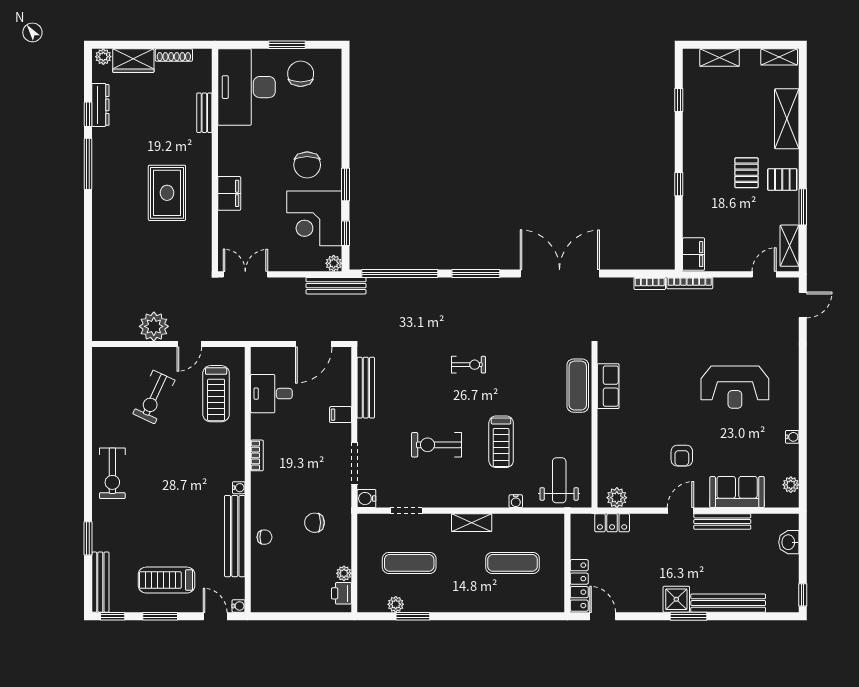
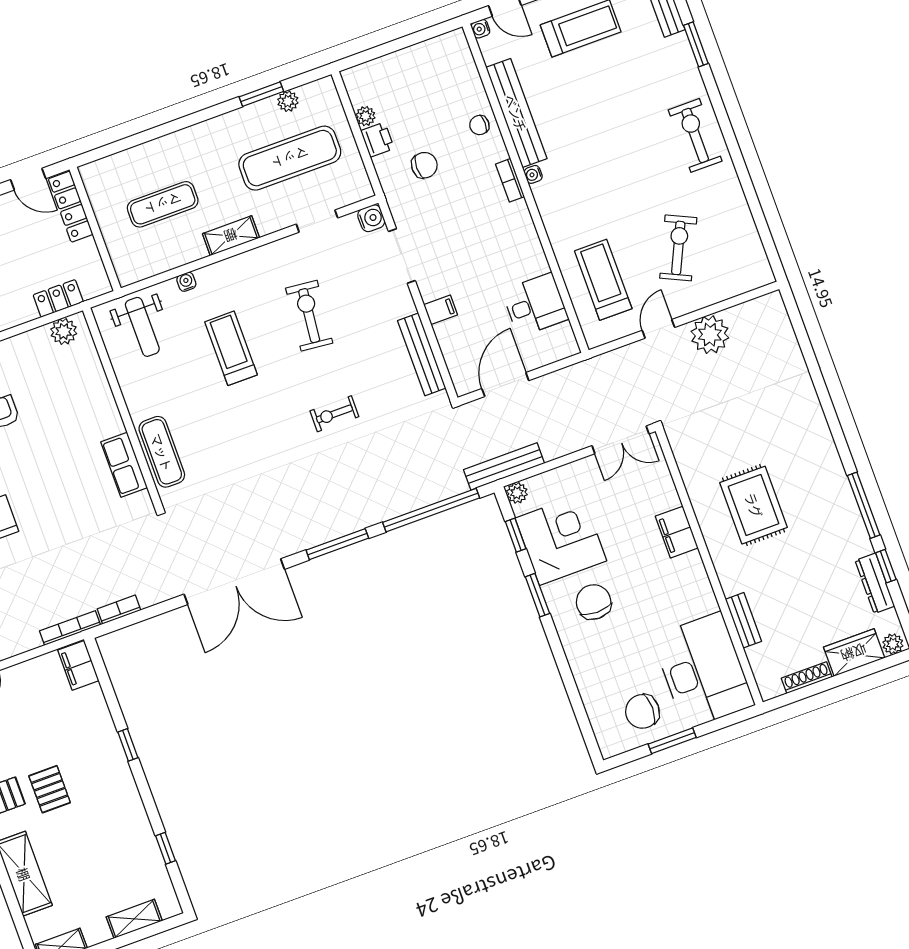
chair: (301, 74) -> (642, 711), turned 90
exercise bike: (469, 365) -> (334, 414), moved
exercise bike: (436, 445) -> (309, 316), turned -84
bookcase: (257, 455) -> (510, 180), moved
exercise mat: (409, 563) -> (290, 158), width x1.36, depth x1.45
printer: (342, 593) -> (377, 140), moved

